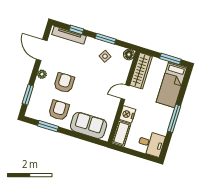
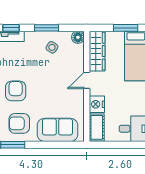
armchair: (59, 110) -> (19, 123), turned -90

